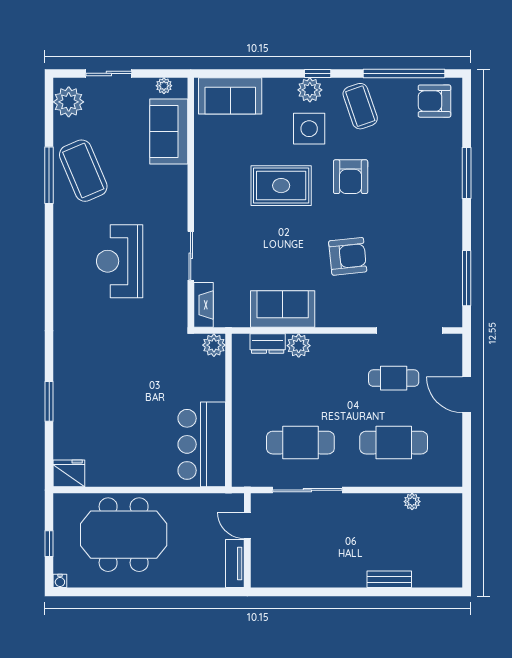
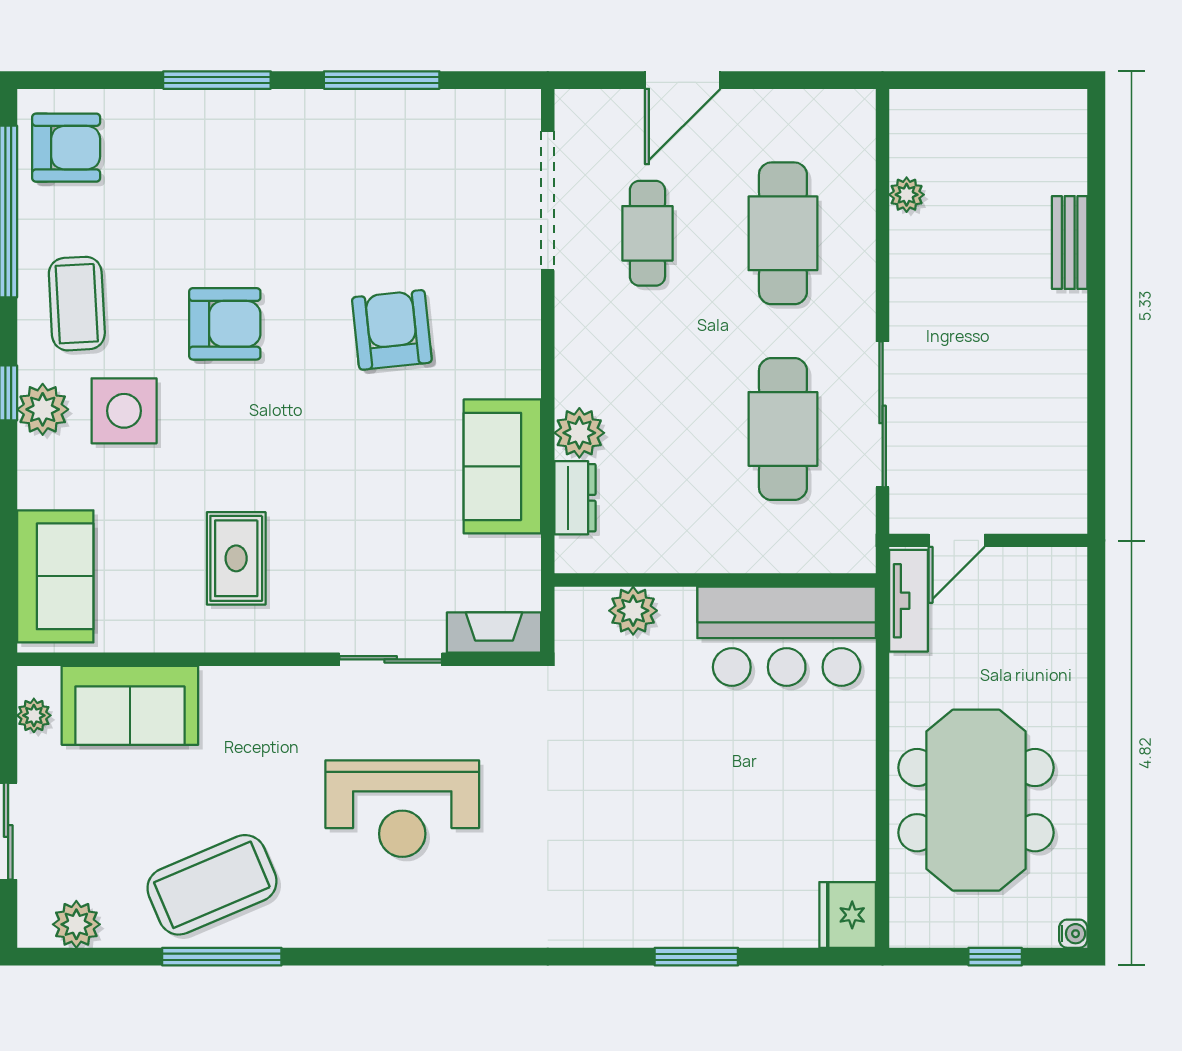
armchair: (434, 101) -> (66, 148), turned -90
plant: (69, 102) -> (76, 924), width x0.73, depth x0.73
coffee table: (360, 106) -> (77, 304), turned -74
rug: (281, 186) -> (236, 558), moved, width x0.73, depth x0.70
window: (467, 278) -> (382, 80), moved
plant: (214, 345) -> (633, 611), moved
tv unit: (235, 563) -> (909, 601), moved, turned -90

